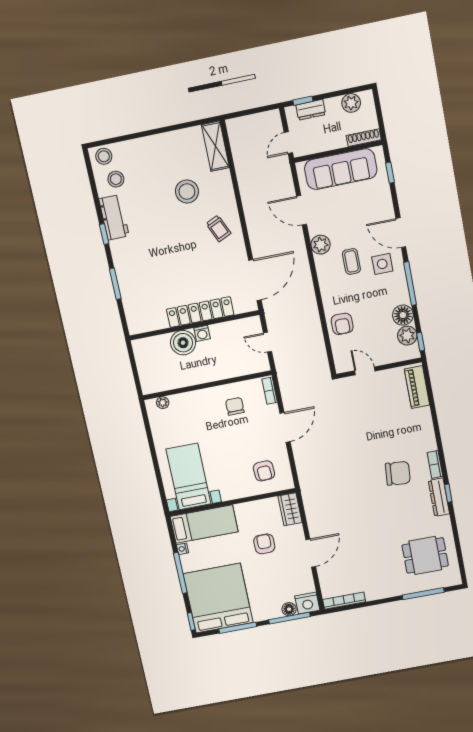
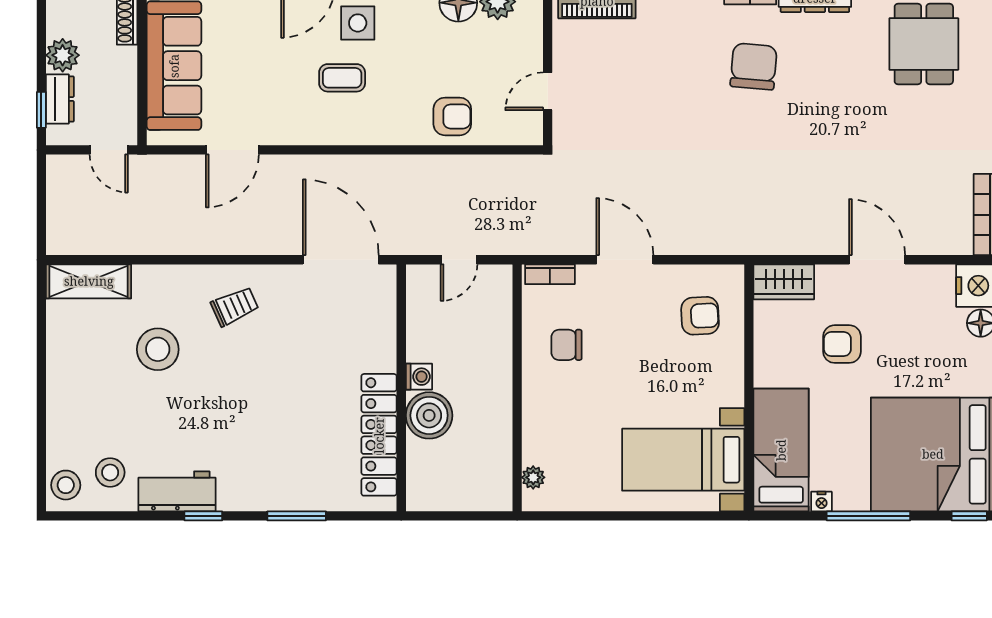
plant: (351, 103) -> (63, 55), moved
plant: (321, 245) -> (301, 128), removed
locker: (200, 312) -> (379, 435), moved

